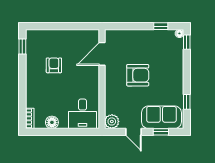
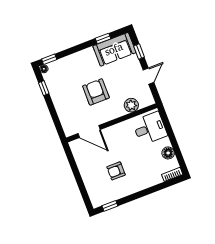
sofa: (161, 117) -> (114, 49), moved, turned -90
plant: (112, 121) -> (131, 105), moved

